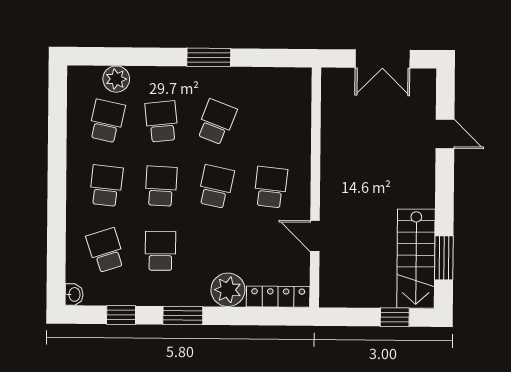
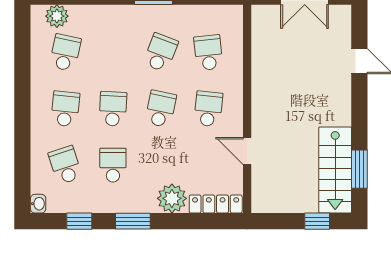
plant: (116, 79) -> (57, 16), moved
school desk: (162, 121) -> (208, 53), moved

